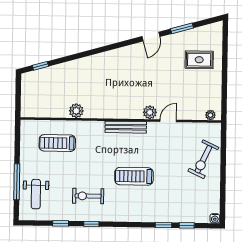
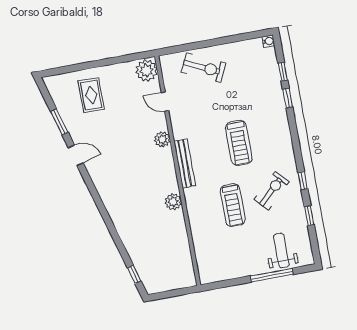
plant: (76, 111) -> (173, 202), moved
plant: (210, 115) -> (147, 71), width x1.88, depth x1.88
door: (168, 121) -> (165, 102), moved
treadmill: (57, 143) -> (233, 205), moved
weight bench: (36, 194) -> (281, 251), turned -90
exercise bike: (88, 196) -> (272, 191), turned -133

